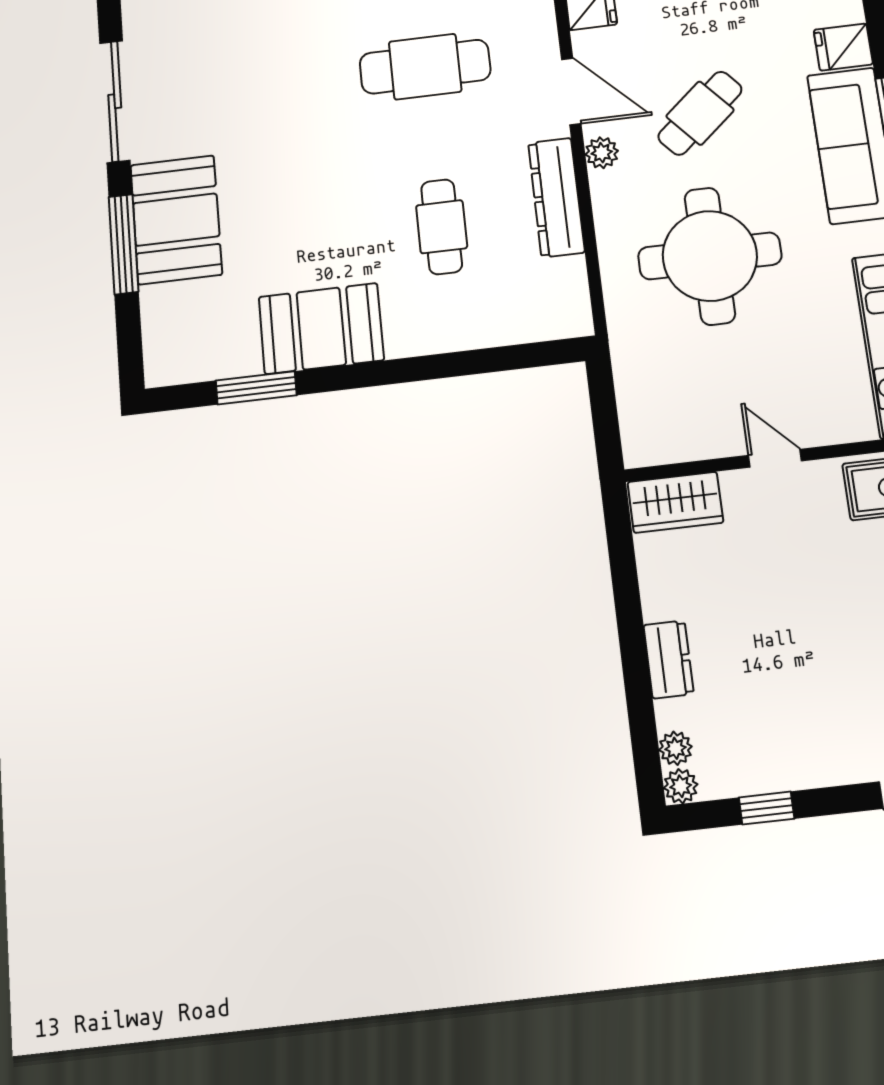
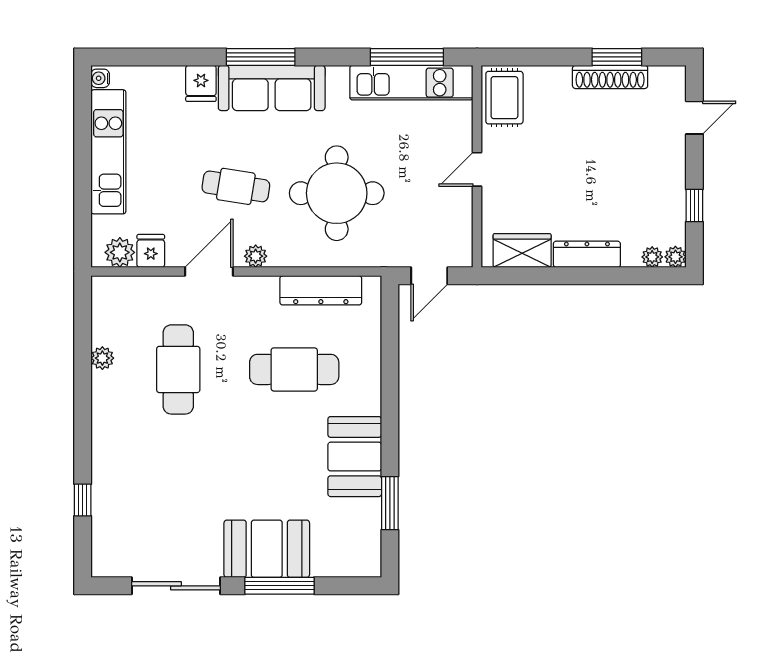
cafe table: (700, 113) -> (236, 186), turned -40
dresser: (556, 197) -> (321, 290), moved
cafe table: (442, 227) -> (294, 369), width x1.37, depth x1.35
door: (604, 406) -> (429, 276), added
wardrobe: (675, 502) -> (522, 251), moved, turned -90
dresser: (669, 659) -> (587, 254), width x1.44

